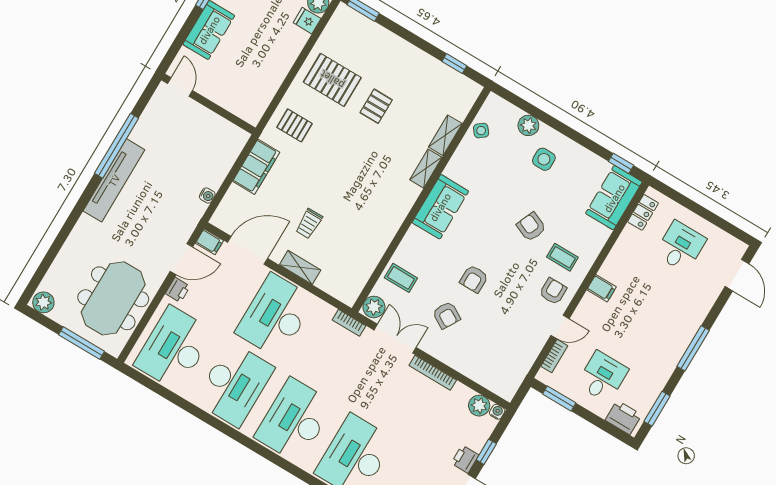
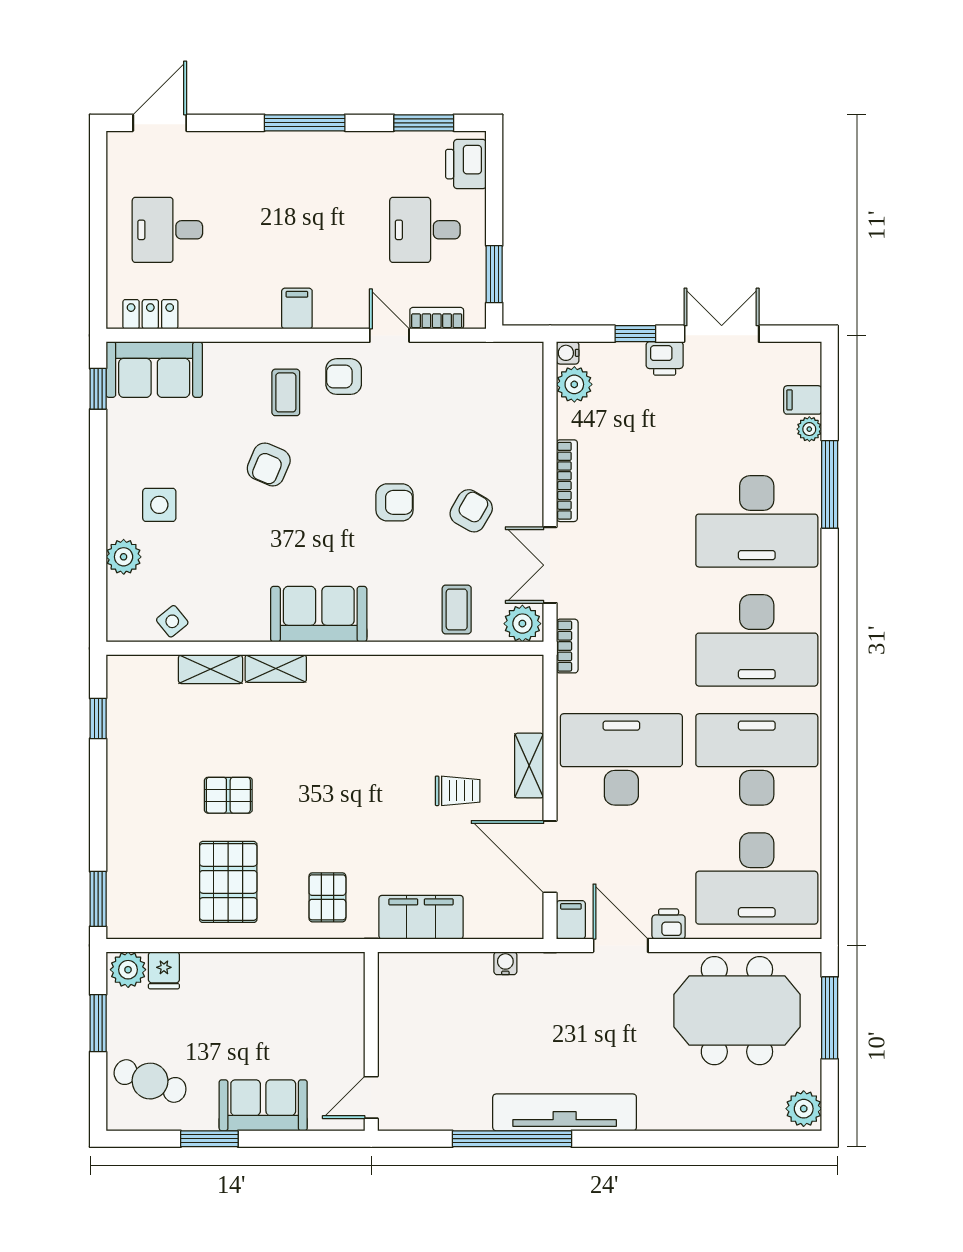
desk: (275, 316) -> (621, 759), turned 180

